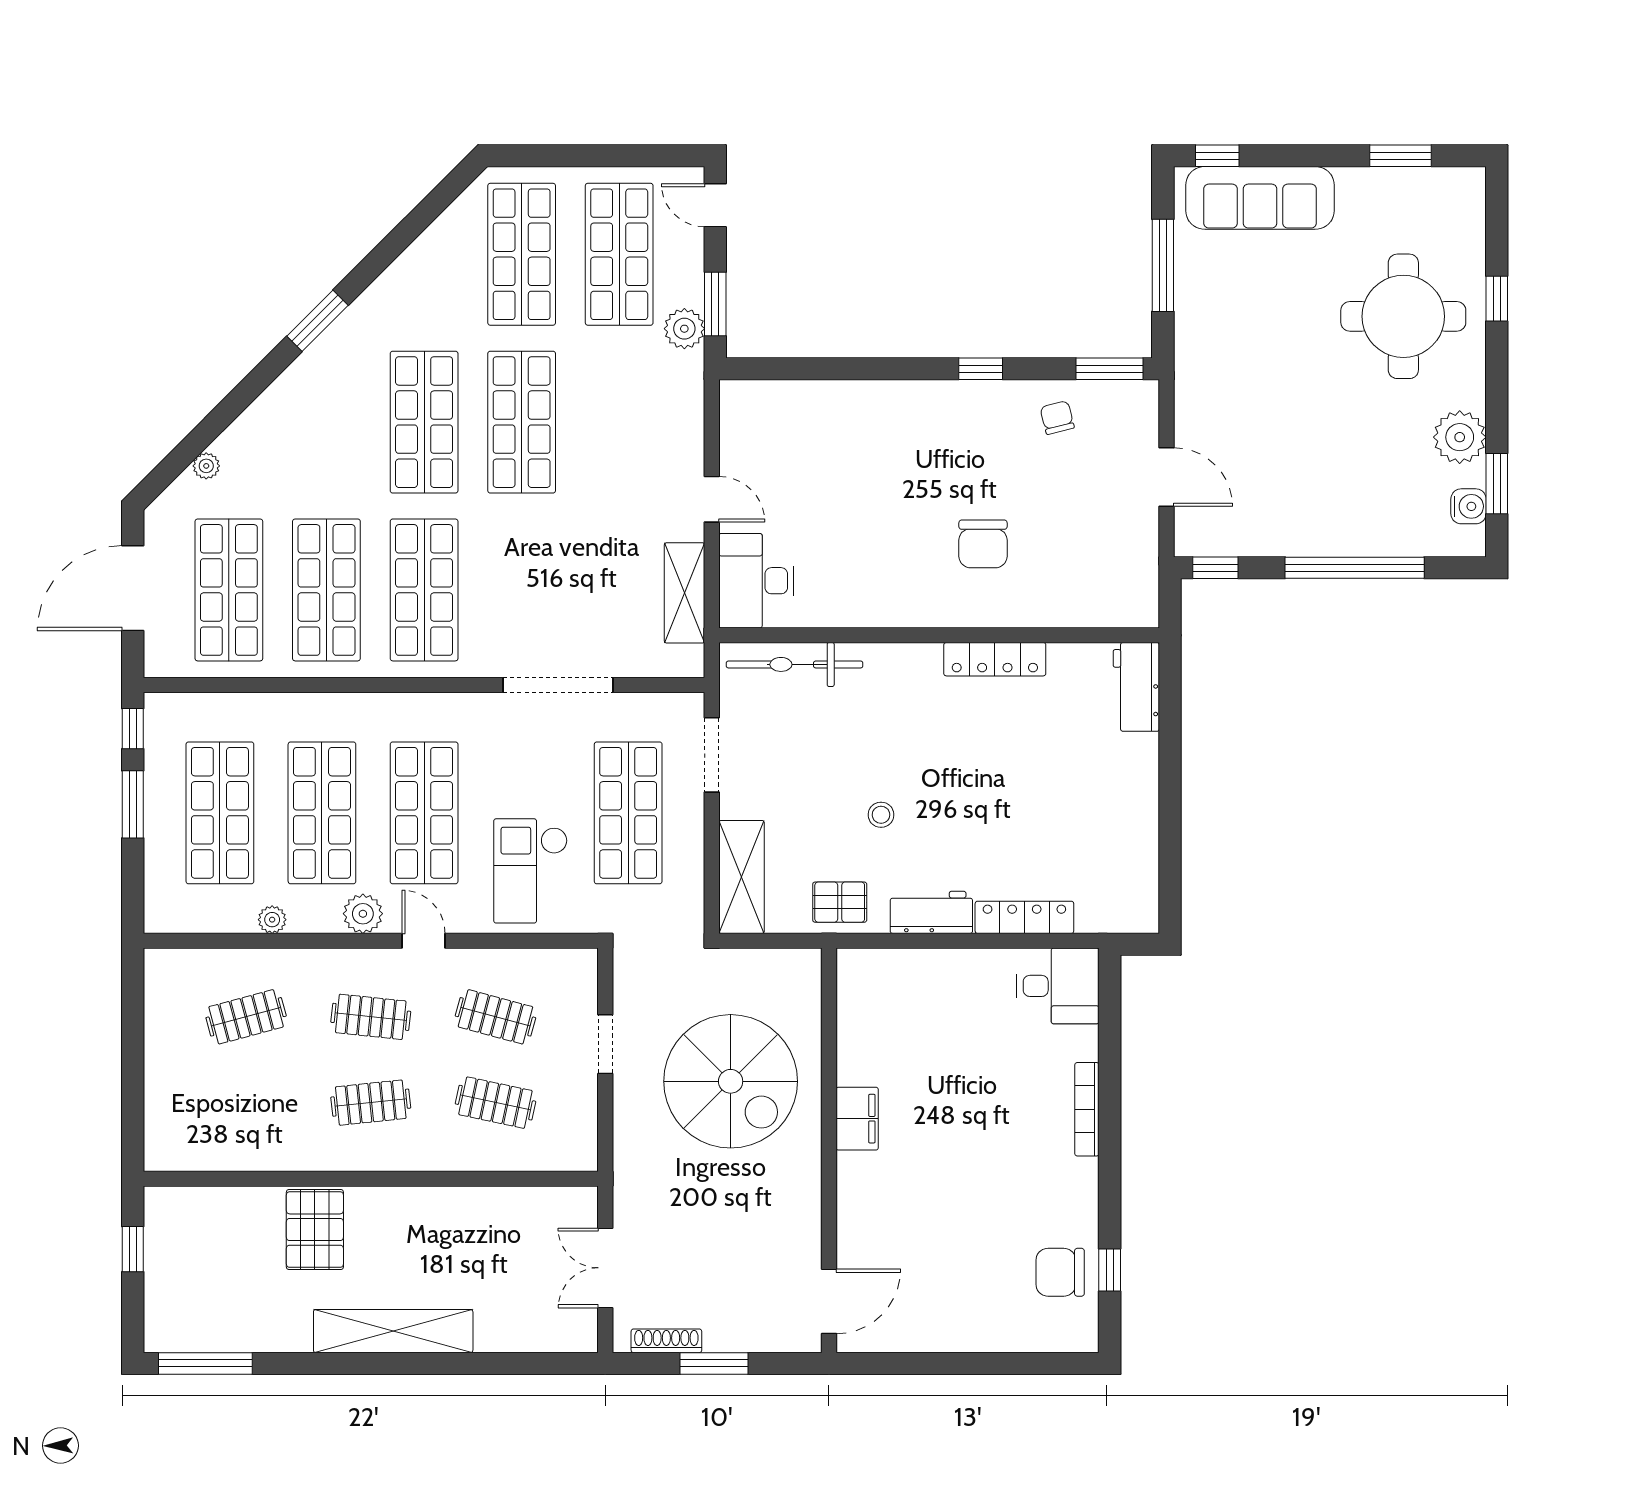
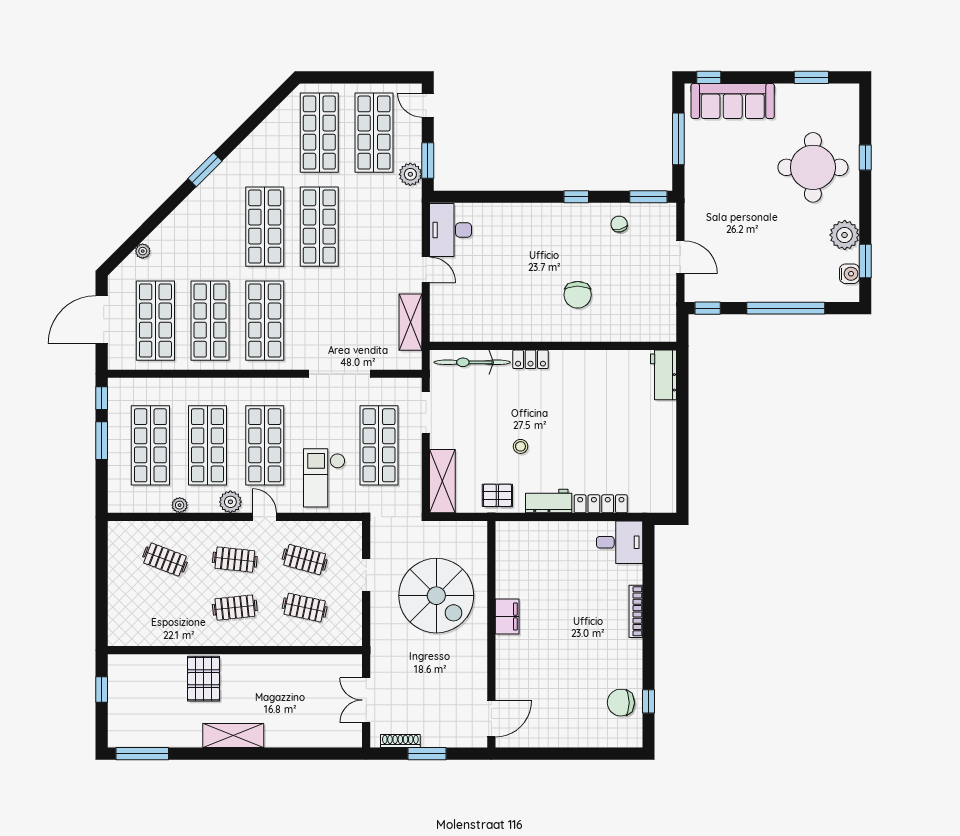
desk: (756, 581) -> (451, 230), moved
locker: (995, 659) -> (531, 359), moved, width x0.66
clothes rail: (246, 1017) -> (165, 560), turned 36
shelving: (393, 1331) -> (233, 735), width x0.68

